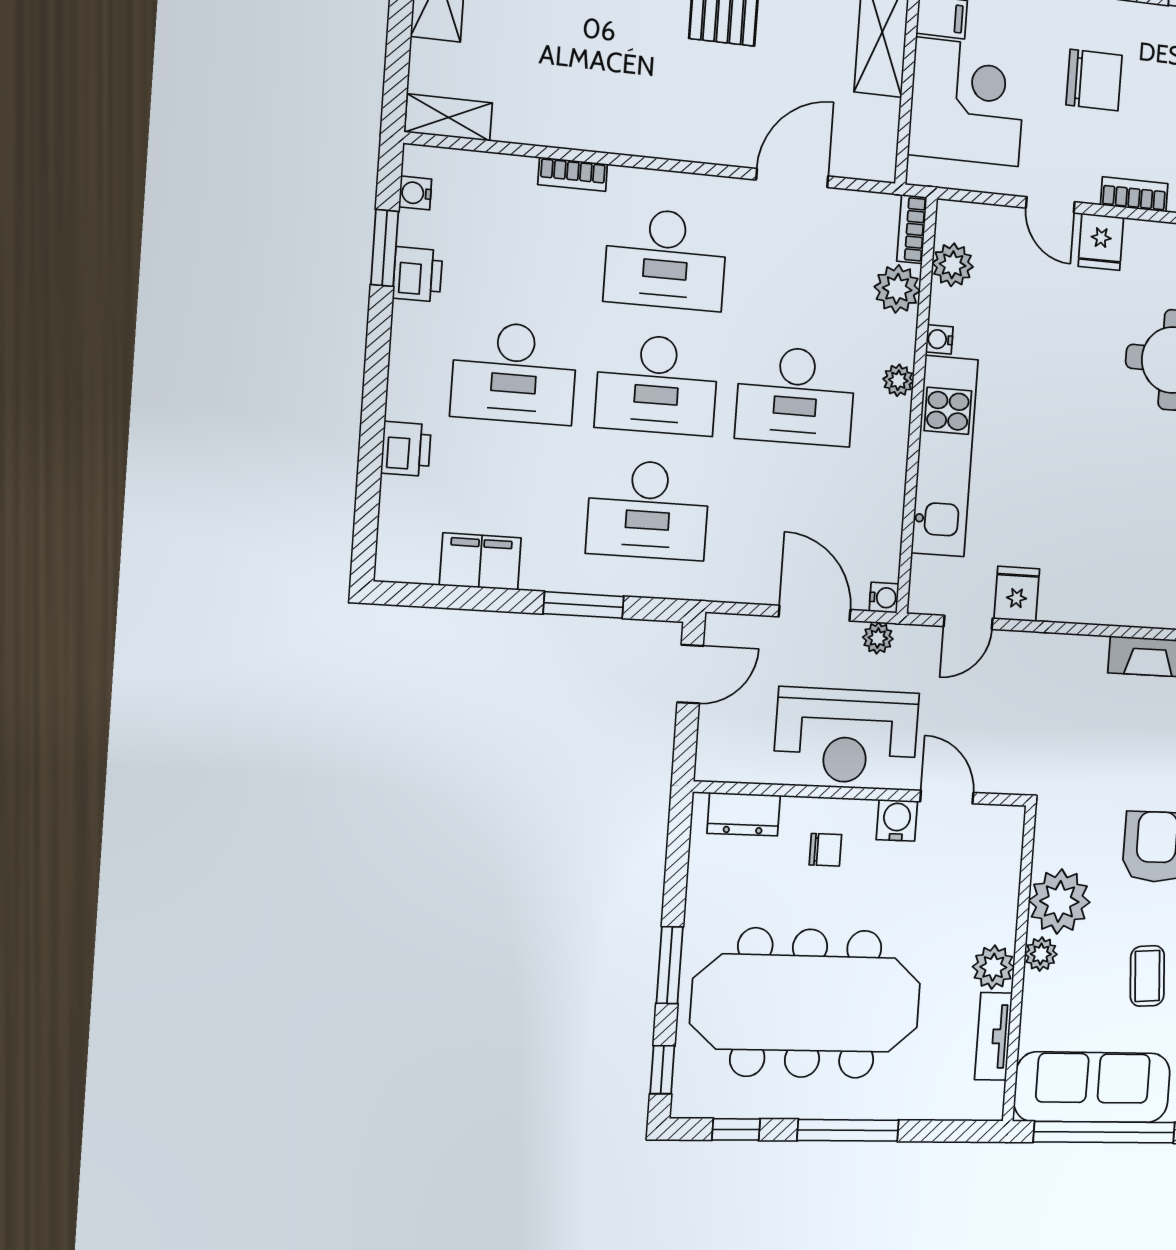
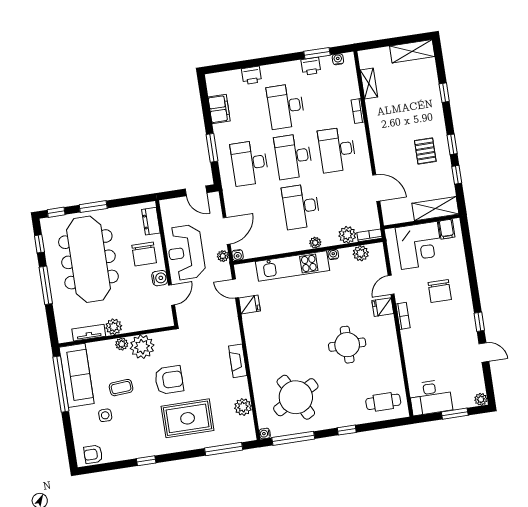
shelving: (449, 117) -> (369, 83), moved
chair: (825, 850) -> (144, 254), width x1.87, depth x1.87

